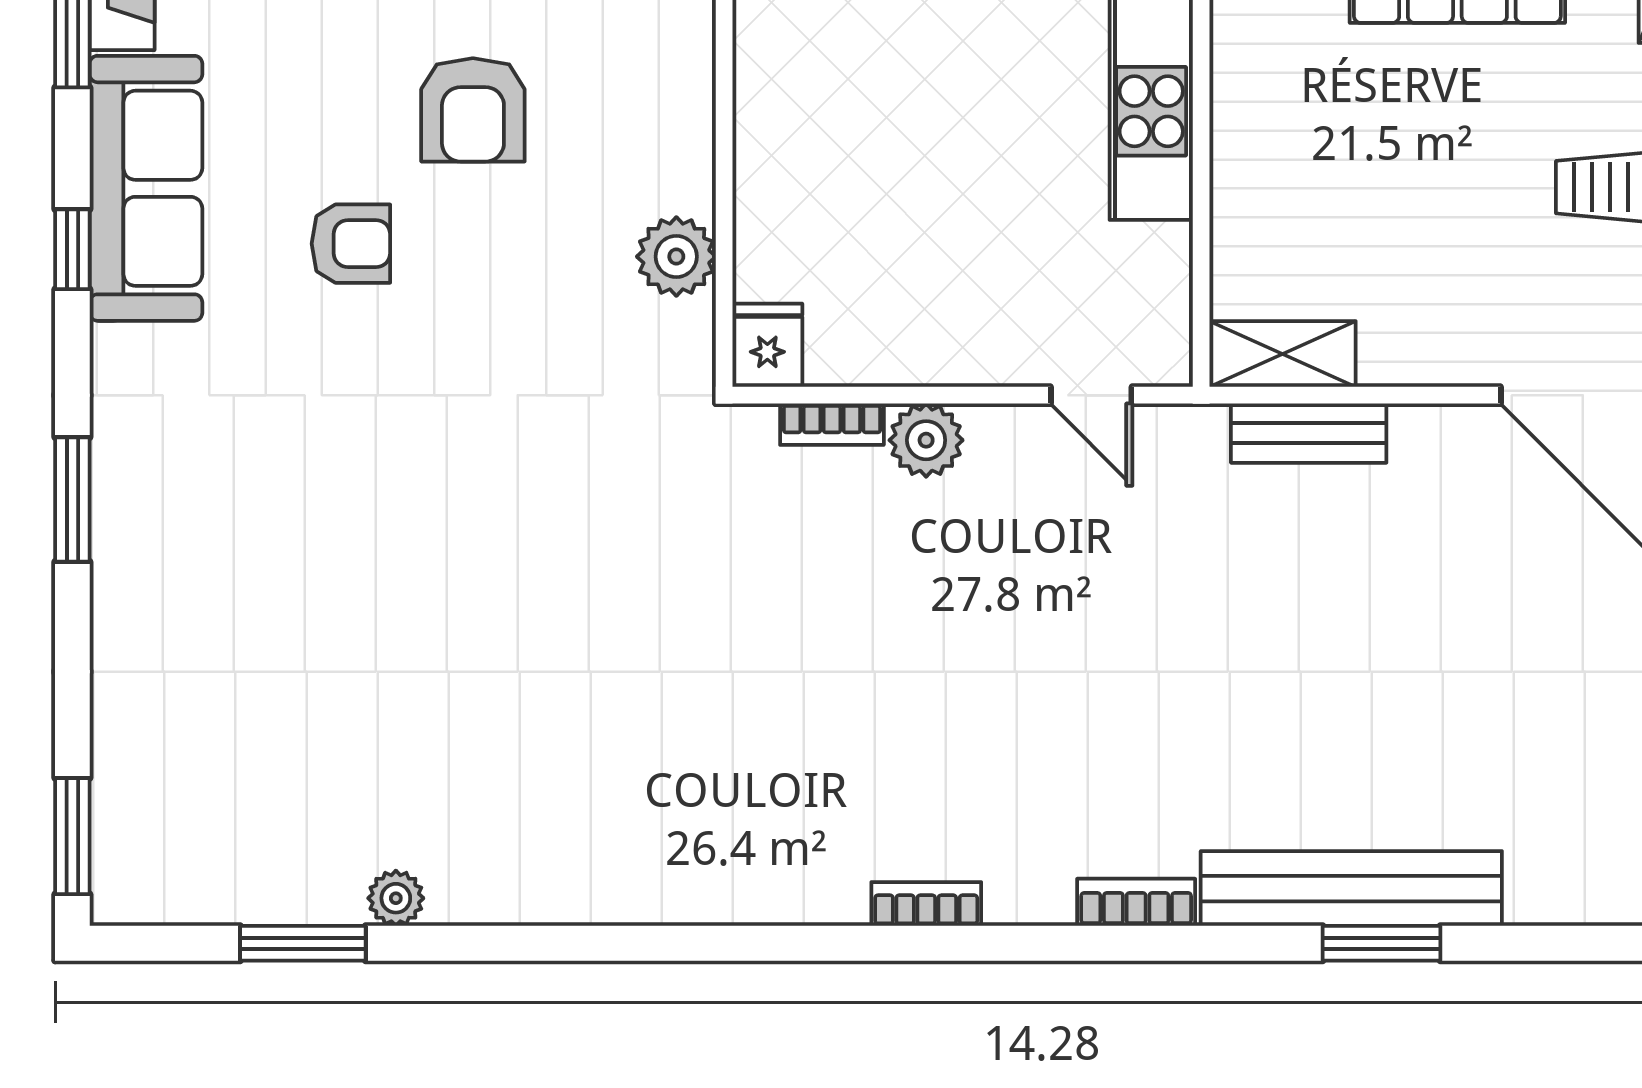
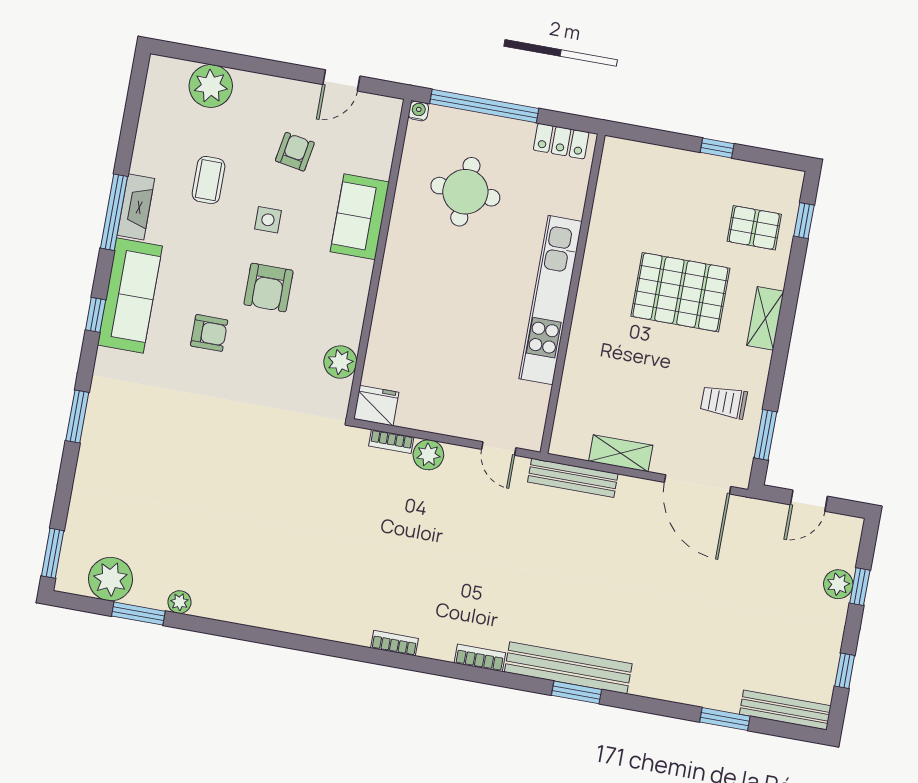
fridge: (767, 345) -> (376, 406), width x1.38
shelving: (1282, 354) -> (621, 453), moved
bench: (1309, 433) -> (573, 478), width x1.36
plant: (221, 873) -> (111, 579), added

